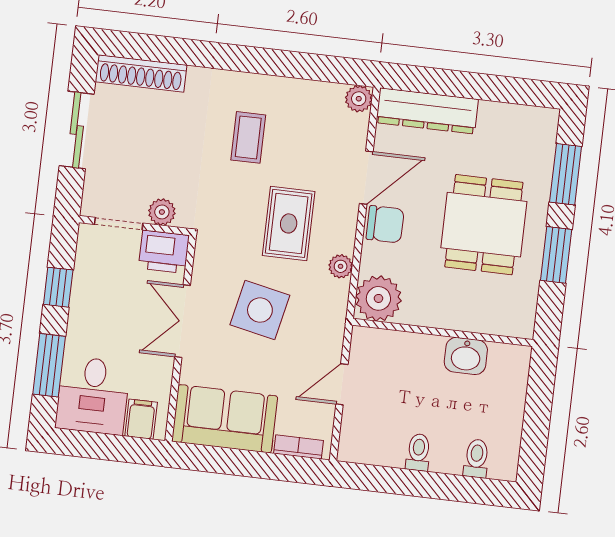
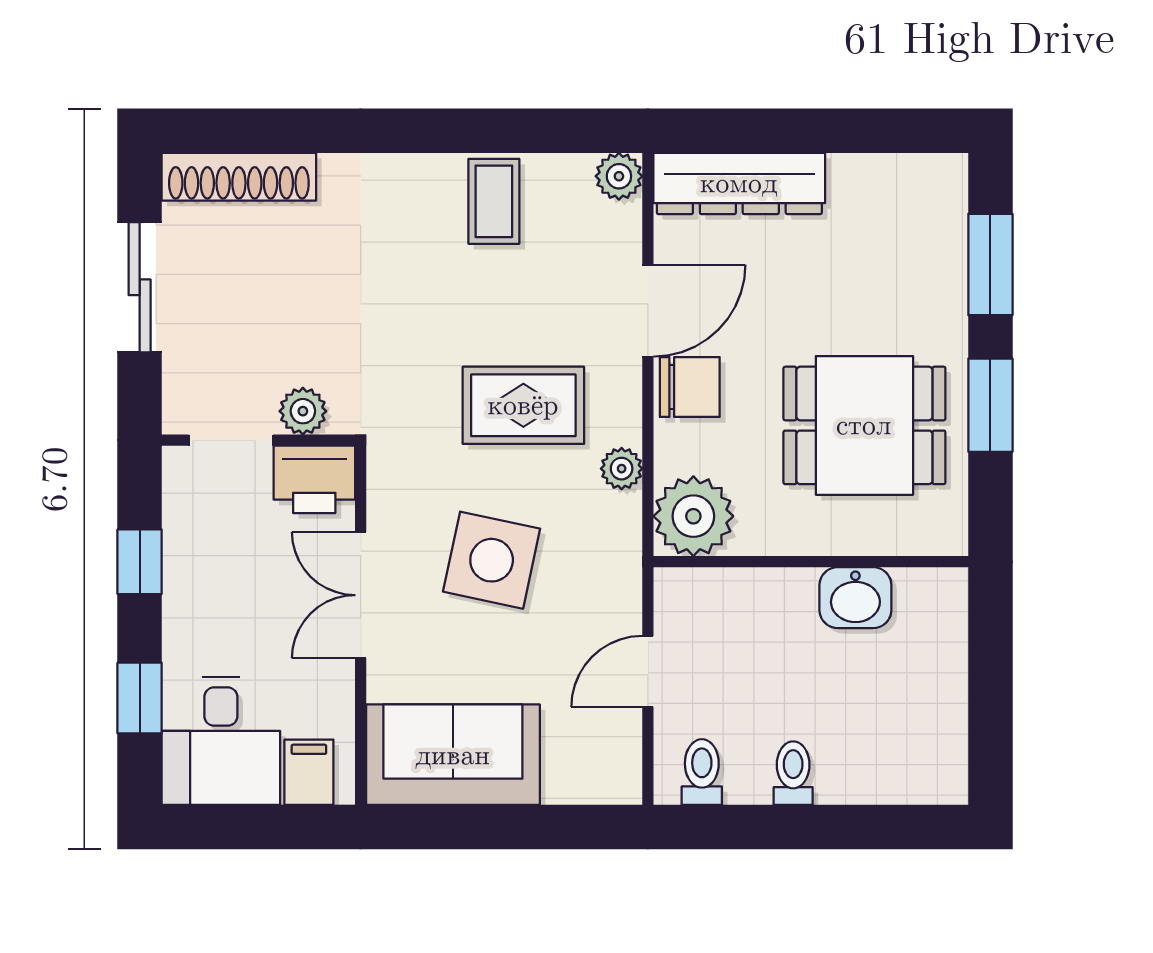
coffee table: (248, 137) -> (494, 201), moved
rug: (289, 223) -> (523, 405), turned 90
dining table: (484, 225) -> (864, 425), moved, turned 90
window: (49, 365) -> (140, 698), width x0.67
bookcase: (298, 447) -> (586, 788), removed
toilet: (476, 458) -> (702, 772), moved

